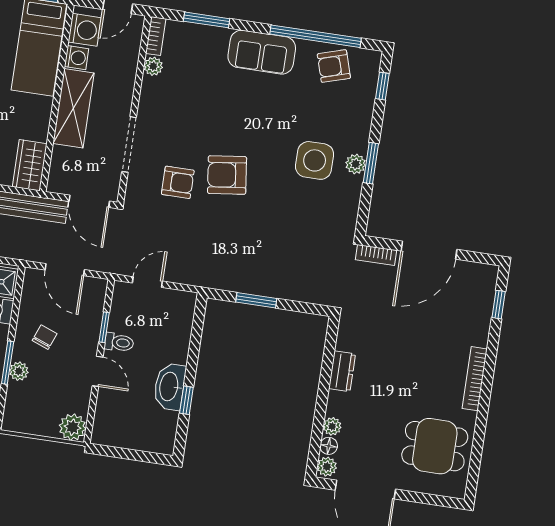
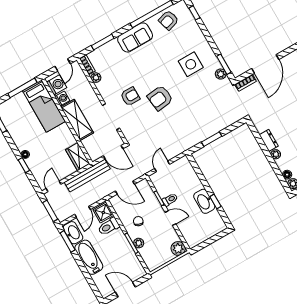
window: (371, 163) -> (224, 64), moved
plant: (356, 164) -> (221, 74), moved
armchair: (178, 182) -> (130, 96), moved
plant: (332, 426) -> (276, 154), moved

